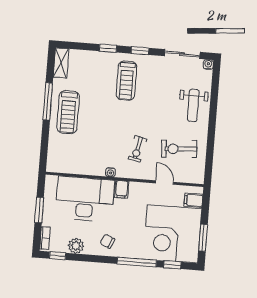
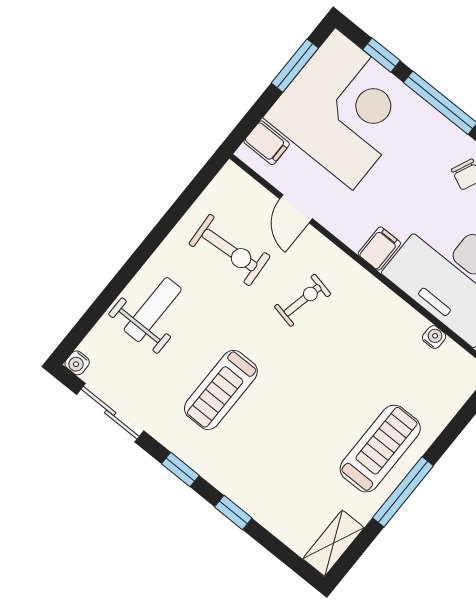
treadmill: (126, 81) -> (221, 390), moved, turned 180
water cooler: (110, 172) -> (434, 337), moved

